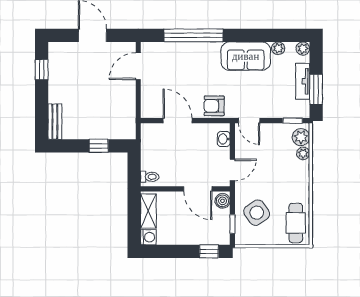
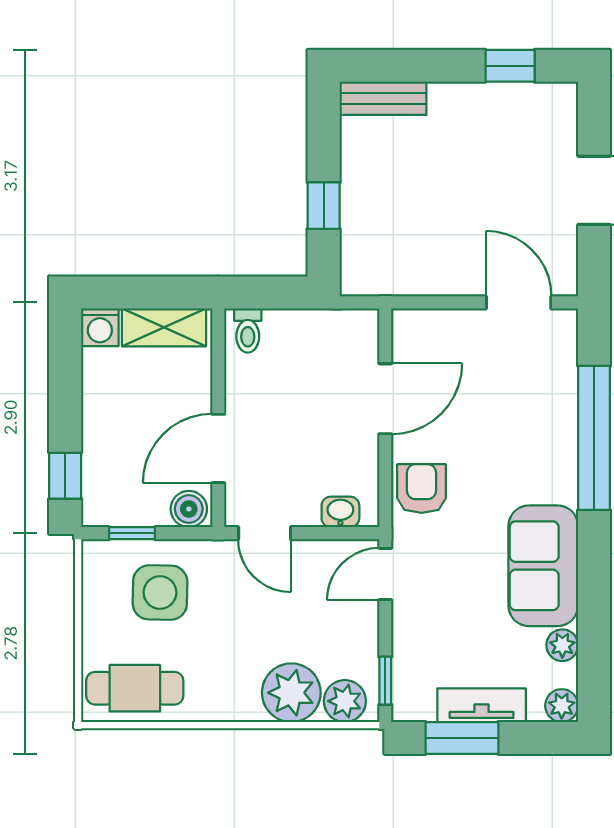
plant: (303, 153) -> (291, 693), width x1.87, depth x1.87
side table: (257, 213) -> (160, 593), turned 36

